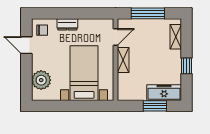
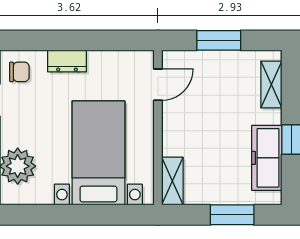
window: (148, 13) -> (219, 40), width x0.69
shelving: (123, 60) -> (172, 181), moved
freezer: (164, 93) -> (267, 158), moved, turned -90

